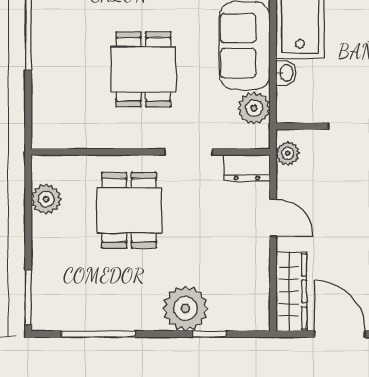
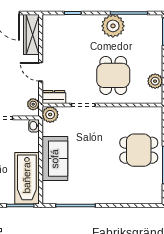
dining table: (143, 69) -> (139, 150), moved, turned 90
washbasin: (286, 73) -> (34, 126), moved
plant: (254, 108) -> (50, 115), moved
plant: (185, 308) -> (113, 26), moved

